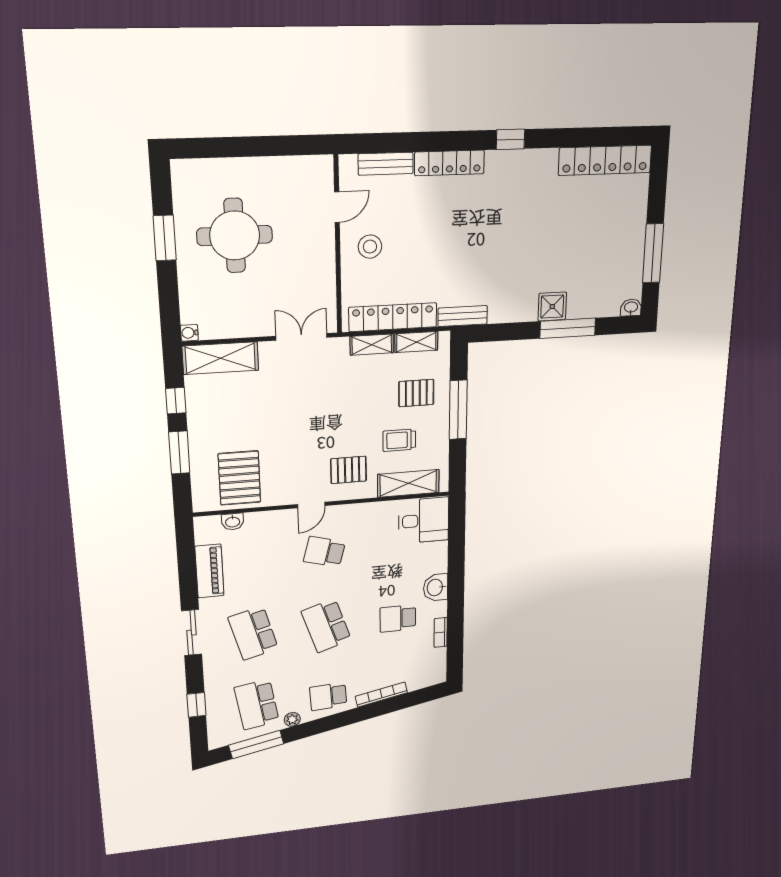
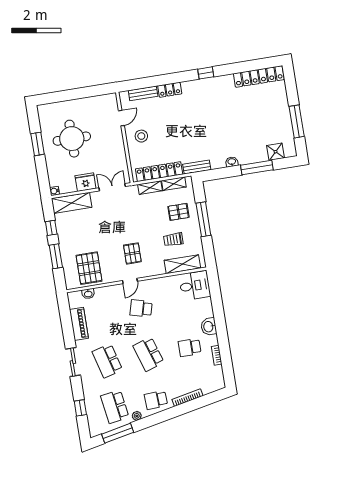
locker: (449, 163) -> (170, 90), width x0.66
shower: (552, 307) -> (275, 152), moved
washbasin: (631, 308) -> (232, 162), moved
fridge: (252, 322) -> (85, 182), added
pallet: (349, 470) -> (132, 253), moved, turned 90

